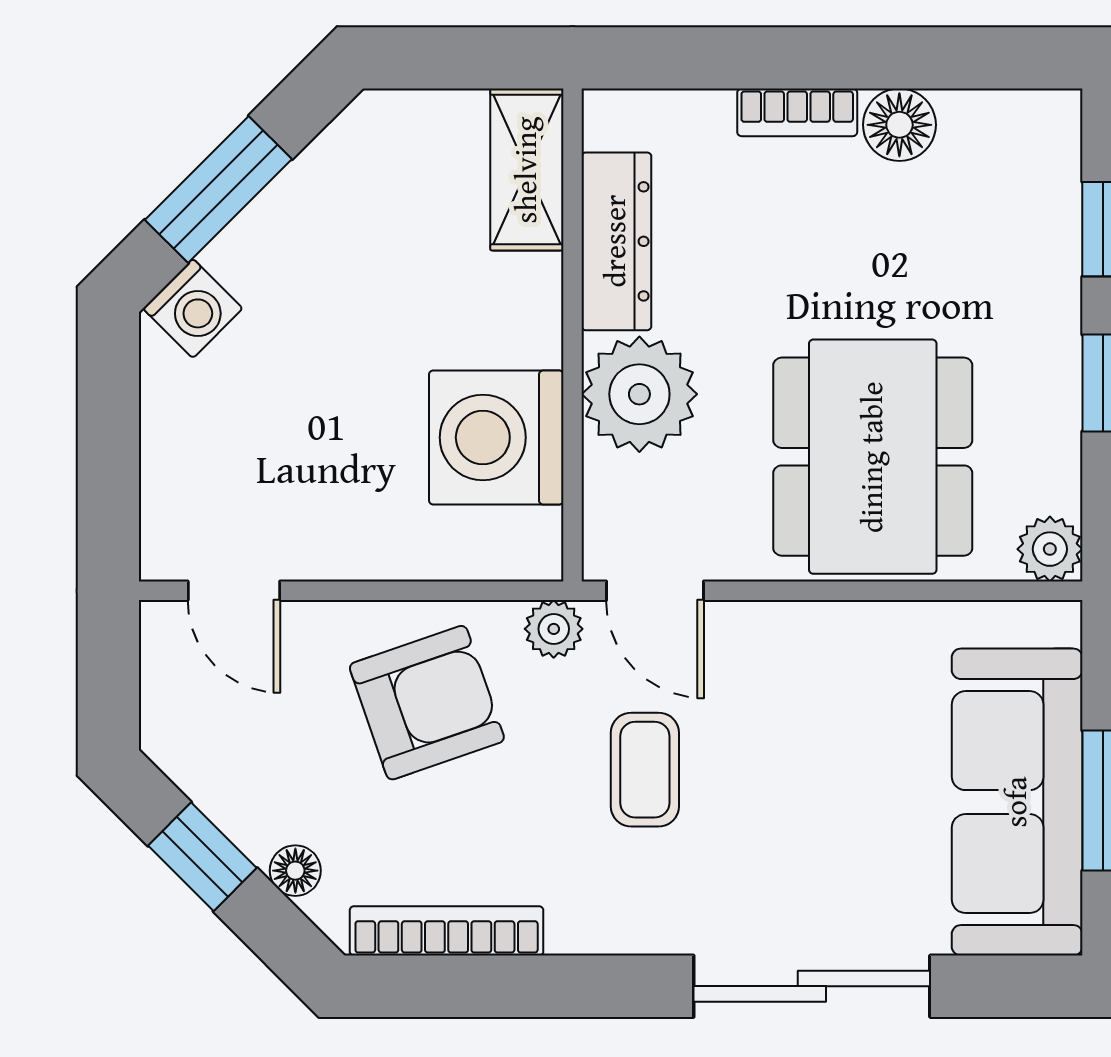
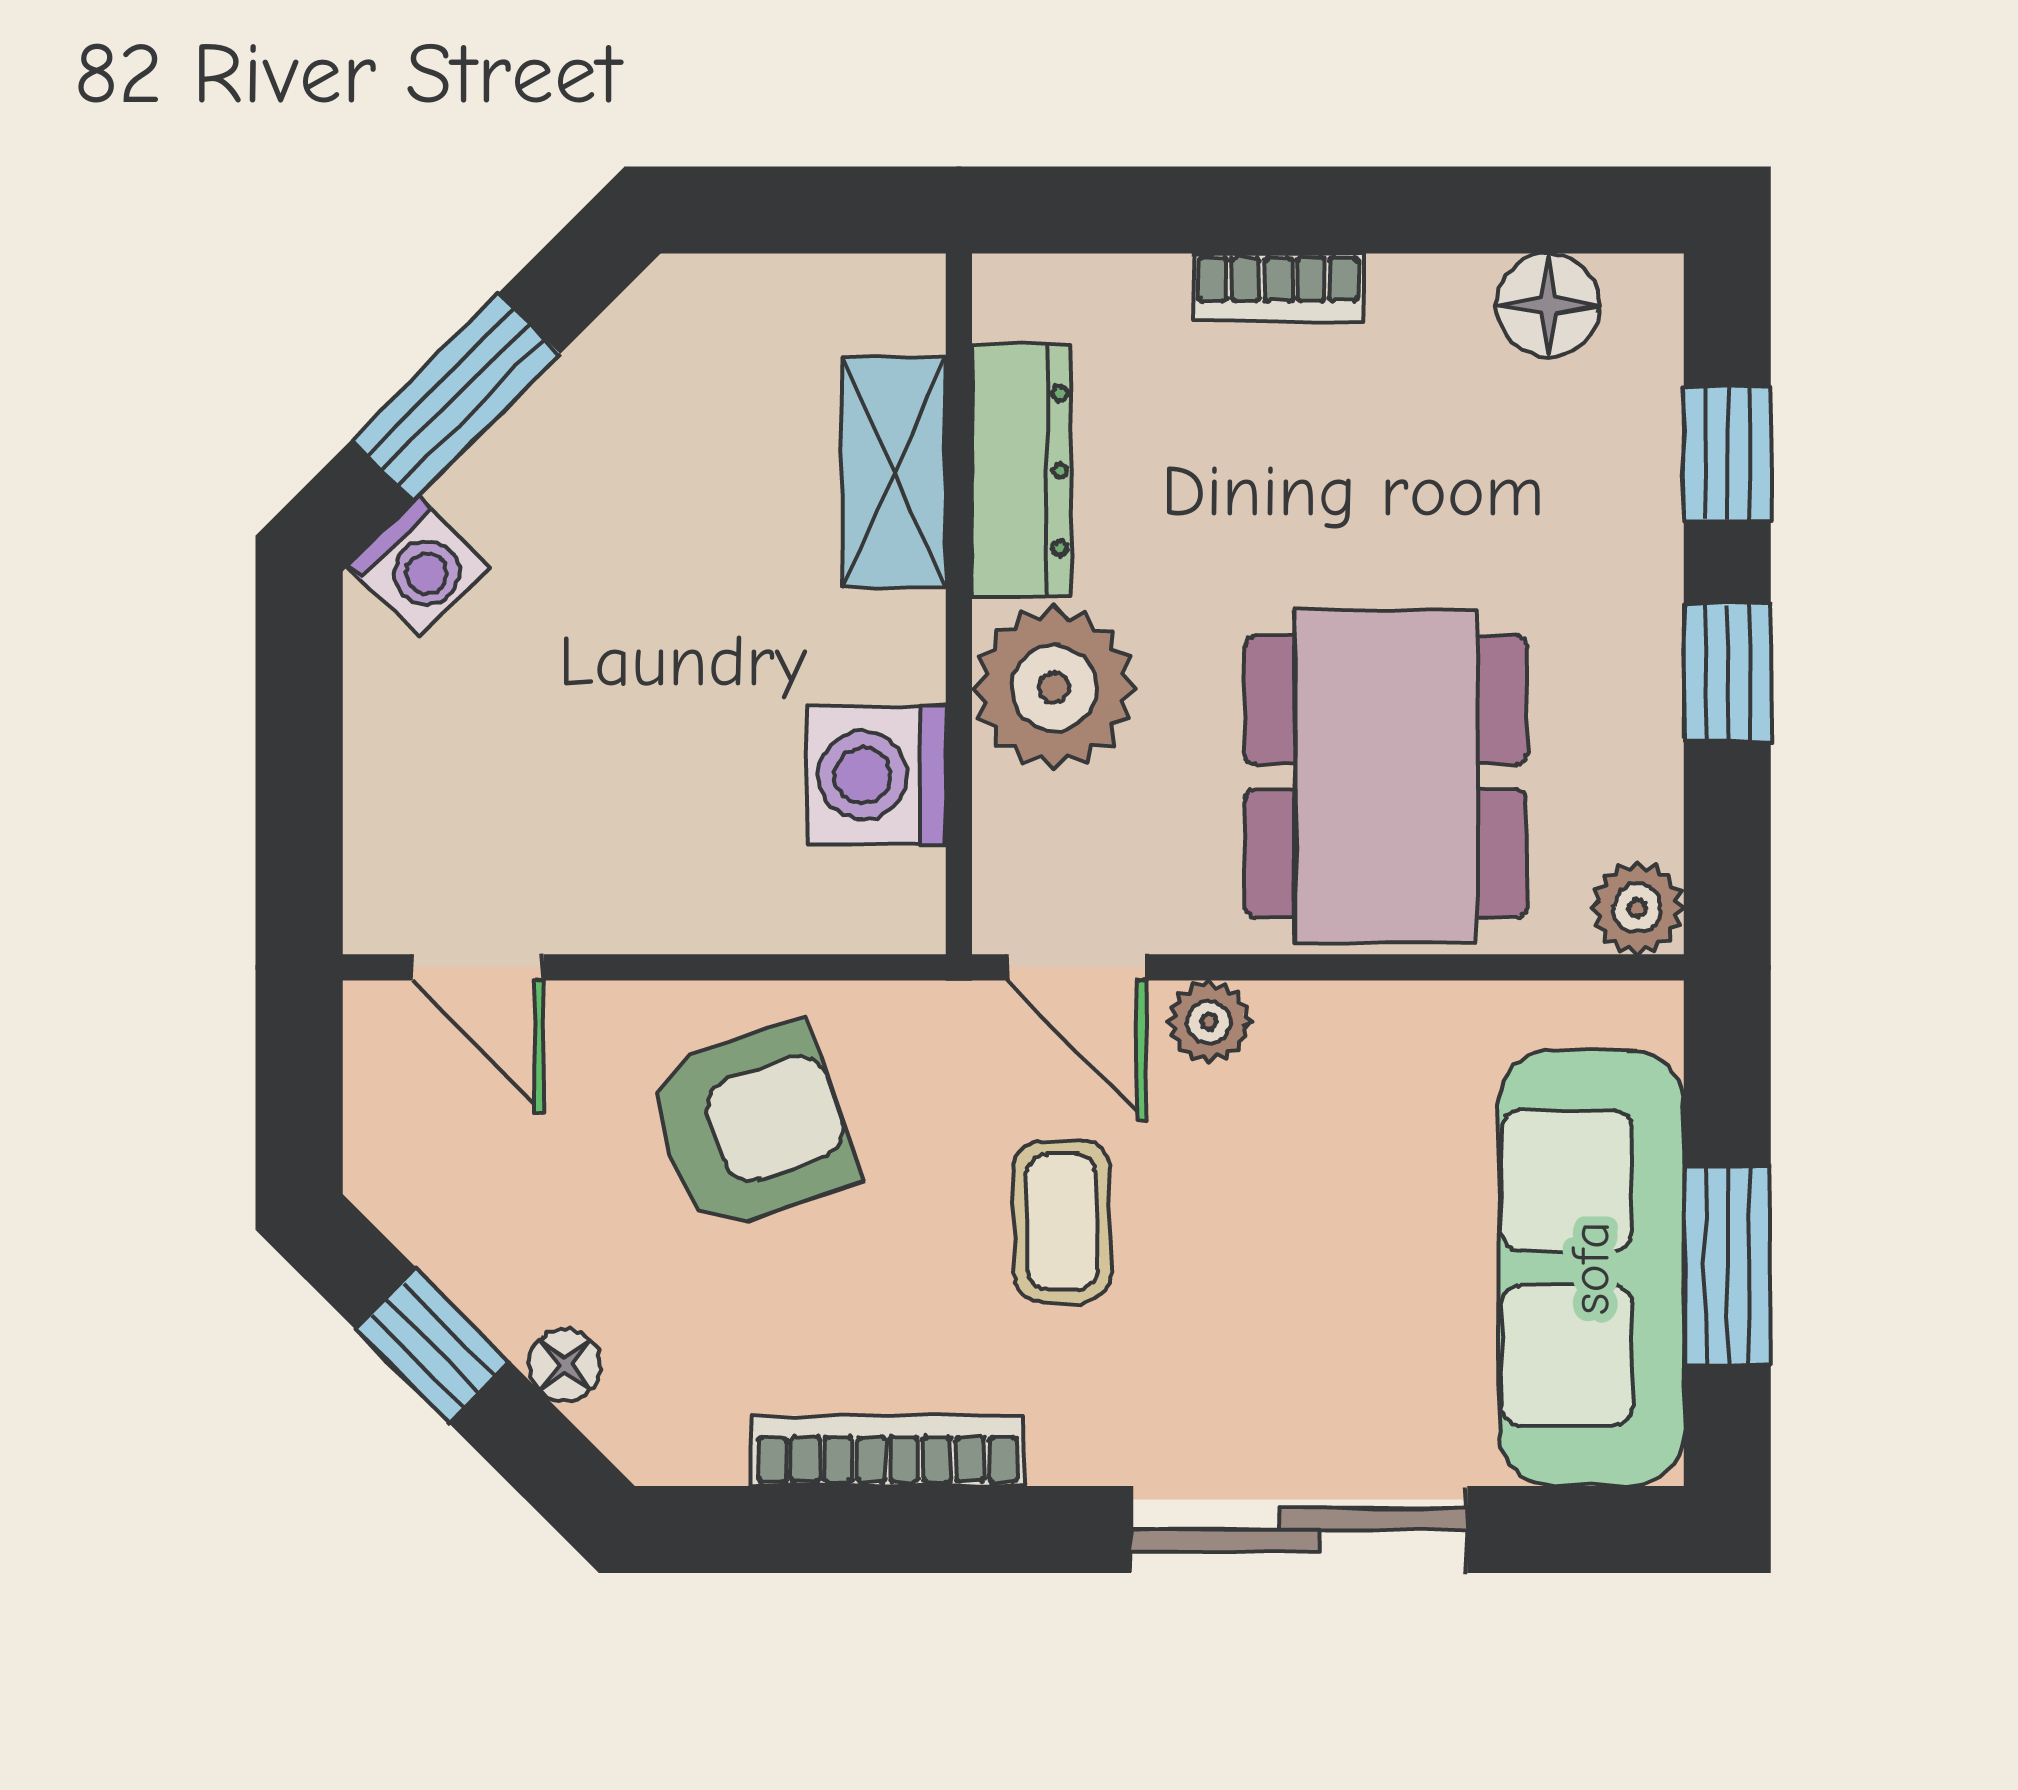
floor lamp: (899, 125) -> (1548, 305), moved
shelving: (527, 170) -> (894, 472), moved
washing machine: (496, 437) -> (876, 775), width x0.73, depth x0.73
plant: (554, 629) -> (1209, 1022), moved
bookcase: (447, 931) -> (888, 1451), moved

